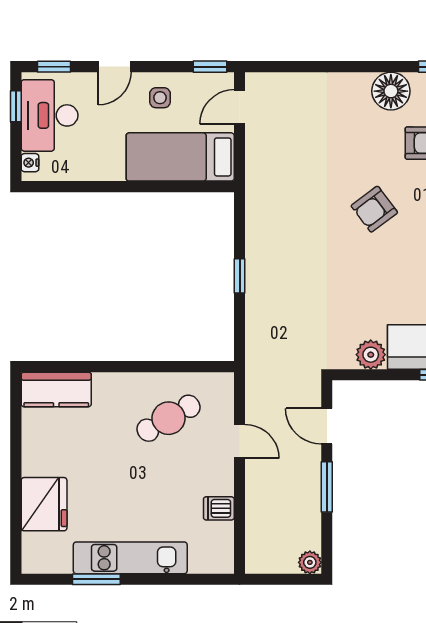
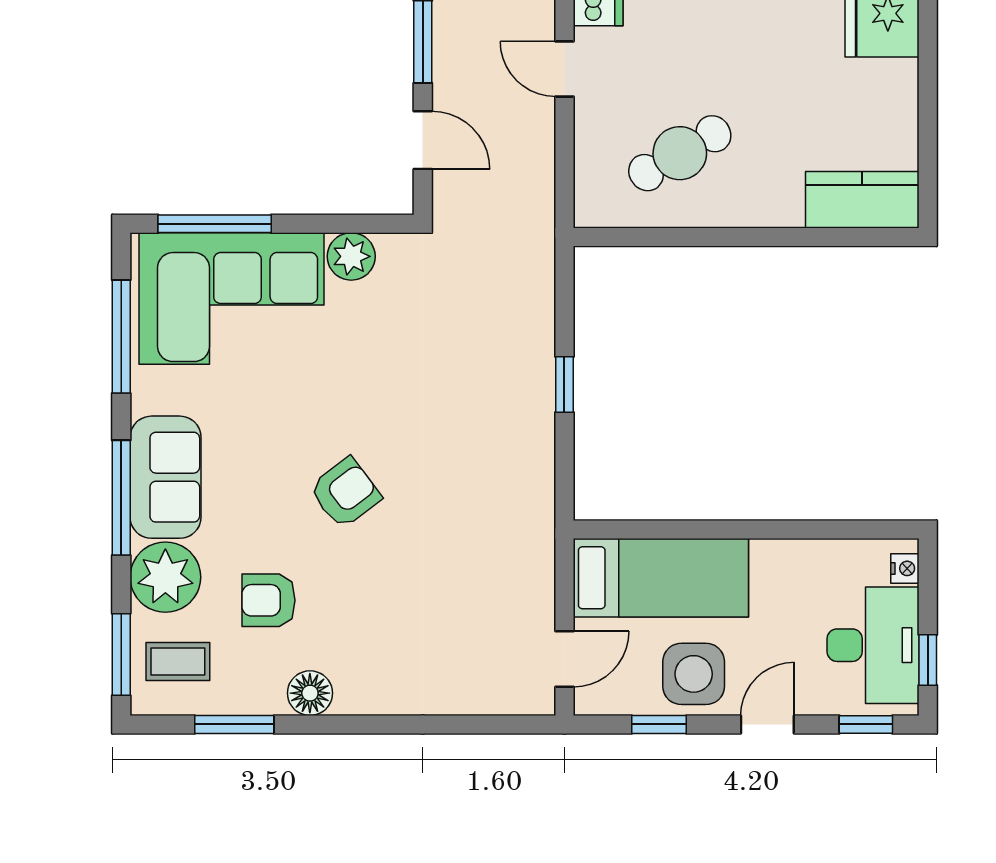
window: (210, 67) -> (659, 724), moved
floor lamp: (391, 91) -> (310, 693), width x0.73, depth x0.73
side table: (160, 98) -> (694, 674), width x1.87, depth x1.87
door: (240, 441) -> (564, 69), moved

